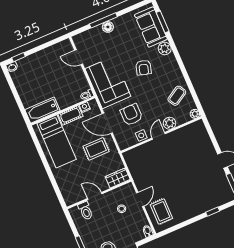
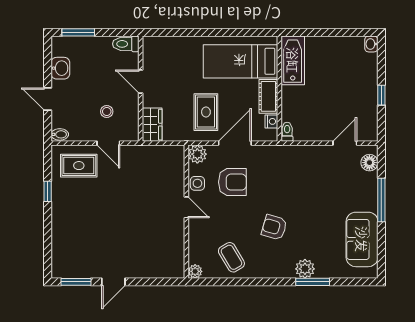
window: (163, 22) -> (313, 282), moved
floor lamp: (108, 27) -> (369, 163), moved
sofa: (151, 27) -> (362, 239), moved, turned -90
window: (19, 57) -> (381, 95), moved
armchair: (144, 68) -> (274, 227), moved
corner sofa: (108, 83) -> (292, 169), removed
plant: (170, 123) -> (197, 154), moved
door: (95, 196) -> (141, 81), swing flipped
toilet: (86, 211) -> (126, 44), moved
window: (213, 212) -> (48, 191), moved

